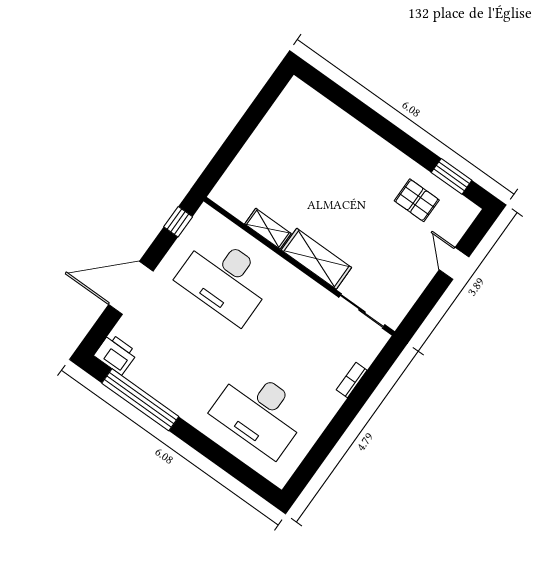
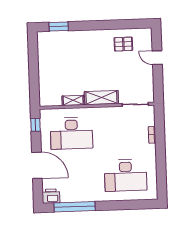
window: (452, 176) -> (59, 27), moved
door: (131, 288) -> (37, 165), swing flipped

